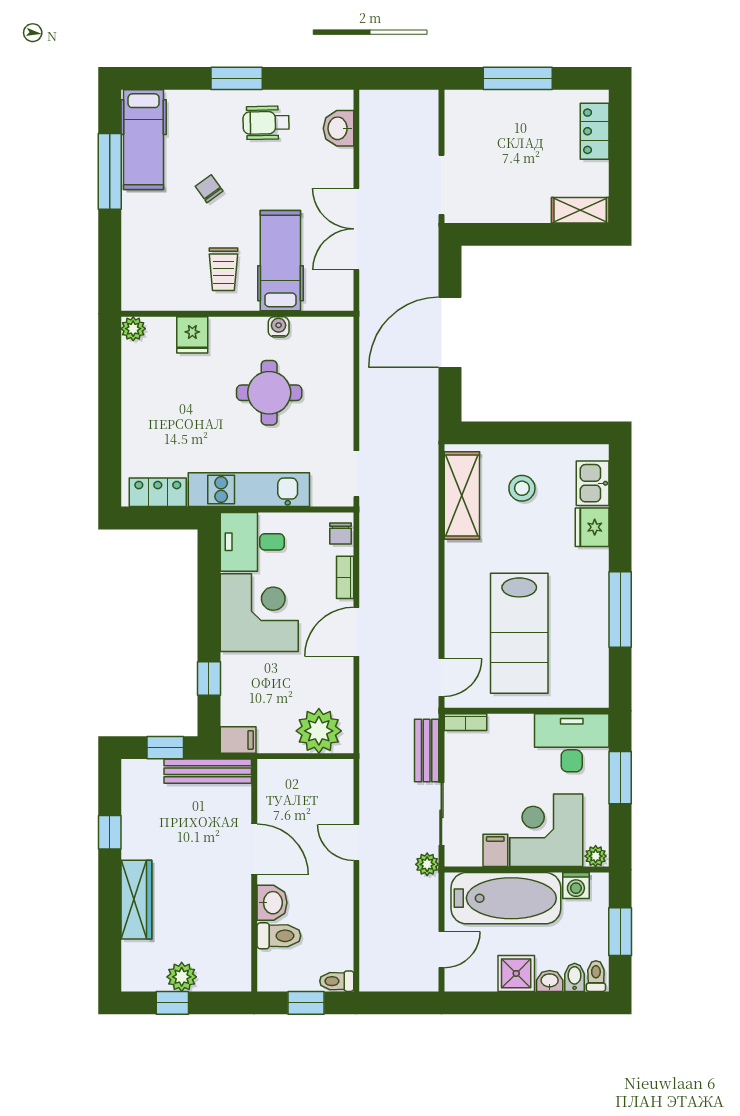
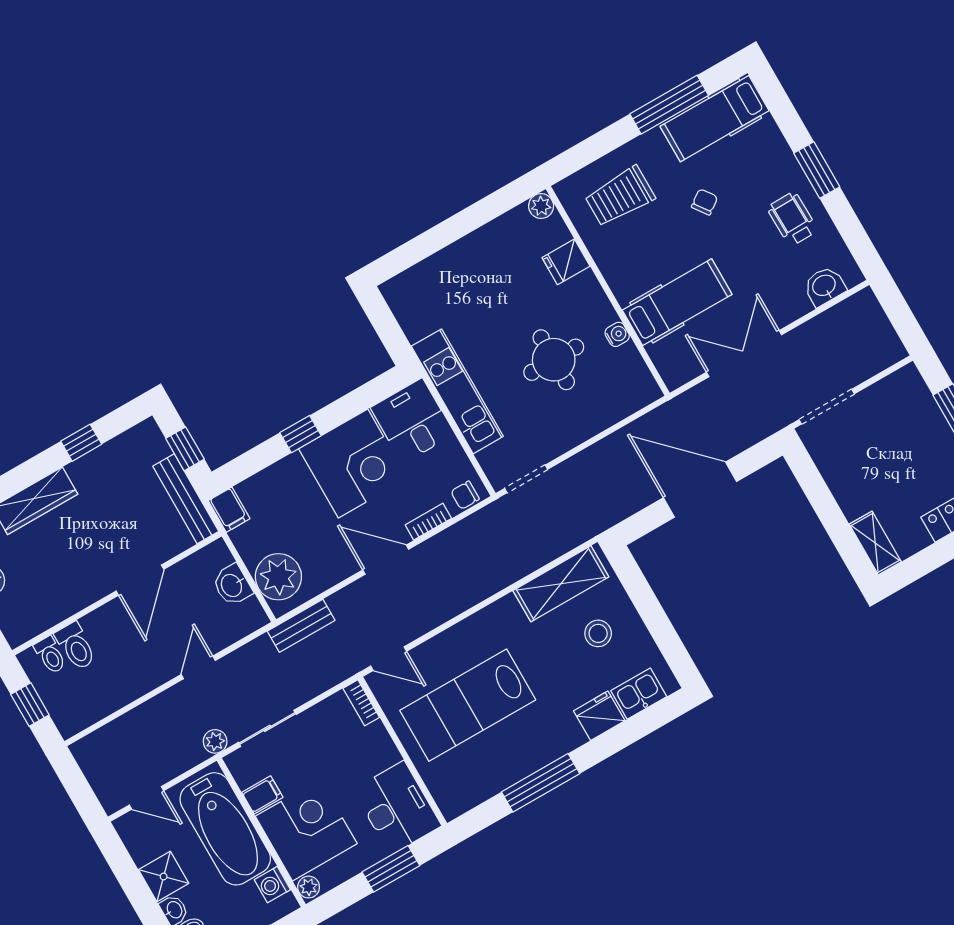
trolley: (223, 269) -> (620, 197), moved, width x1.36, depth x1.39
locker: (158, 492) -> (408, 312), removed
window: (209, 679) -> (300, 434), moved
bench: (427, 751) -> (301, 626), moved
washbasin: (272, 903) -> (232, 585), moved, turned 90
toilet: (337, 981) -> (50, 655), moved, turned 180

